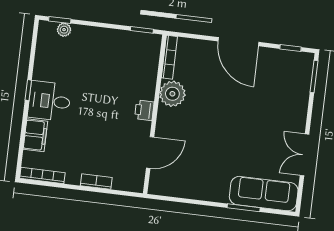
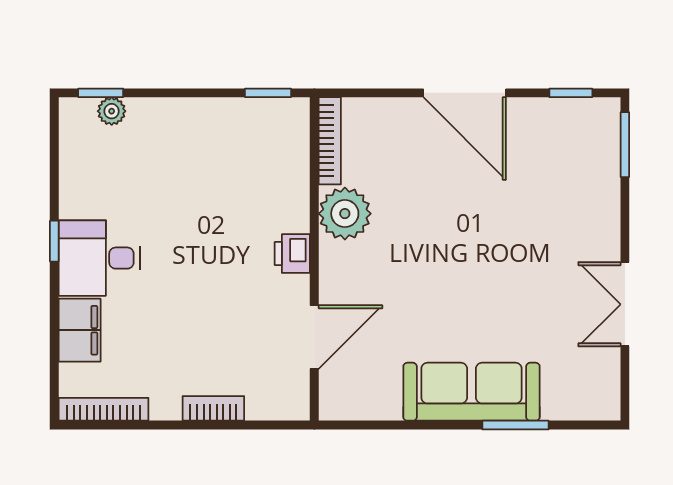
sofa: (264, 194) -> (471, 392), moved

